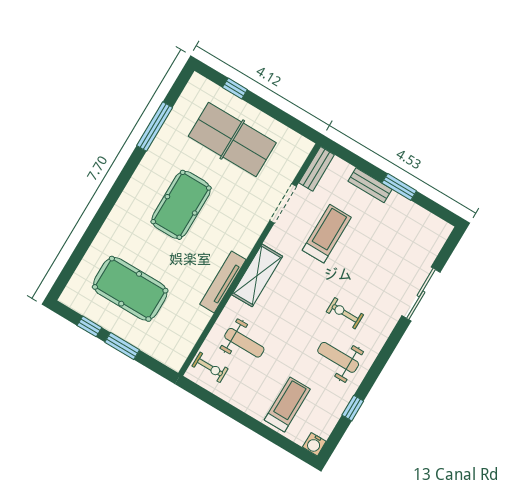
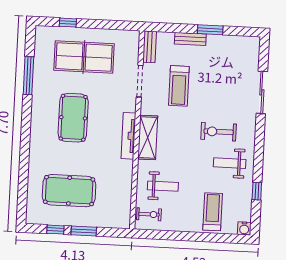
treadmill: (327, 234) -> (179, 86), turned 180
tv unit: (223, 282) -> (128, 136), moved
exercise bike: (345, 313) -> (219, 132), width x1.38, depth x1.39

